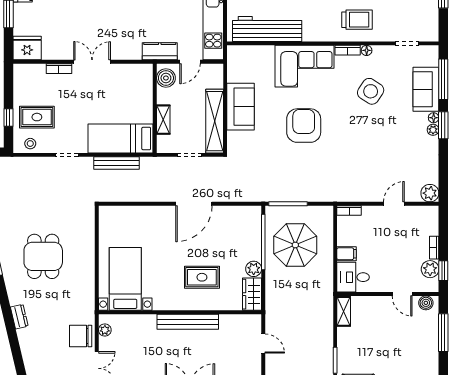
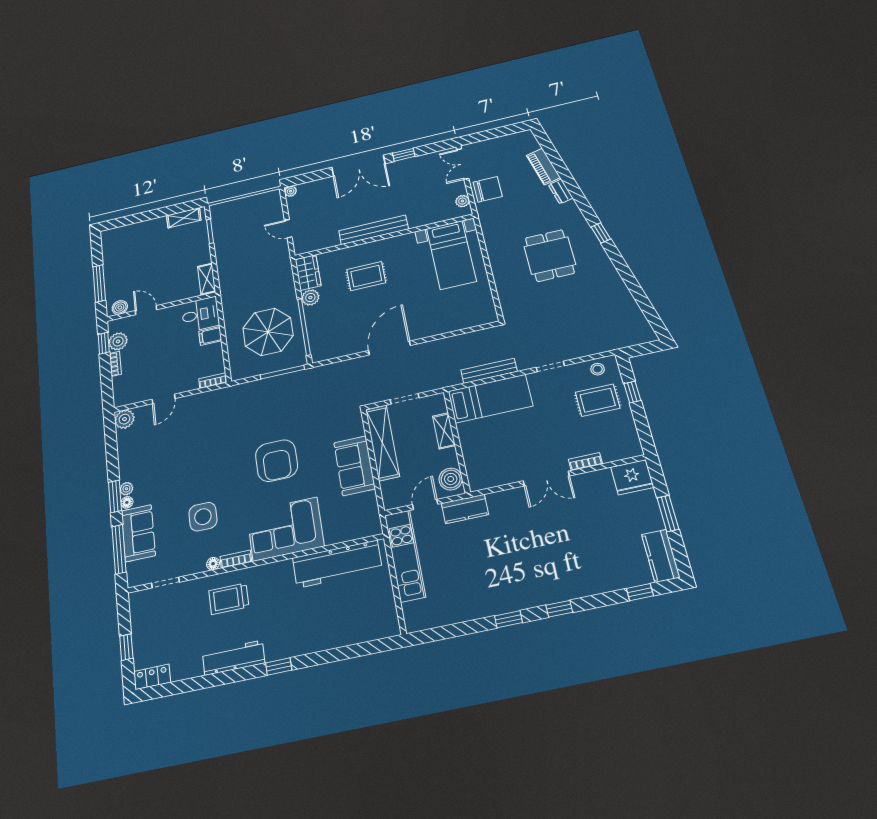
side table: (371, 91) -> (203, 517), turned -33
piano: (28, 346) -> (543, 167), added

